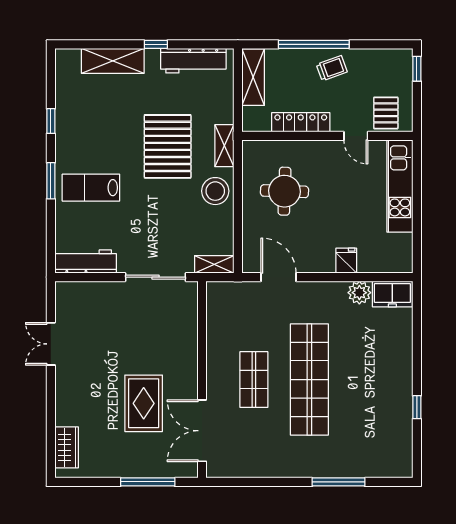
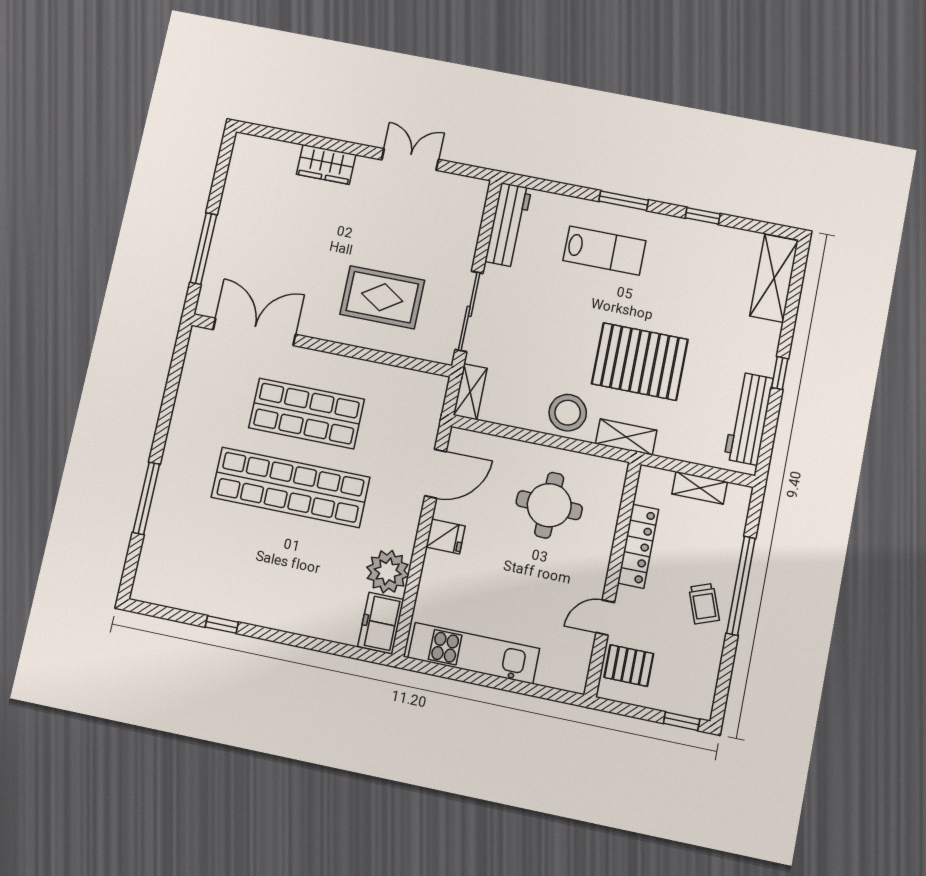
shelving: (113, 61) -> (774, 278), moved
shelving: (253, 77) -> (700, 488), width x0.67, depth x0.75
kitchen unit: (400, 186) -> (474, 653), moved
lab bench: (91, 188) -> (604, 251), turned 90
fridge: (346, 261) -> (446, 536), moved
plant: (359, 293) -> (388, 572), width x1.36, depth x1.36
shop shelf: (254, 380) -> (306, 414), width x1.43, depth x1.36
rug: (144, 403) -> (382, 297), moved
wardrobe: (67, 447) -> (326, 164), moved

